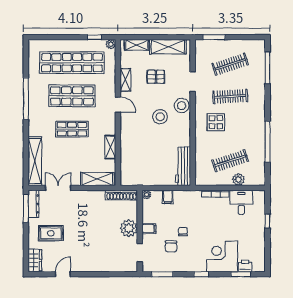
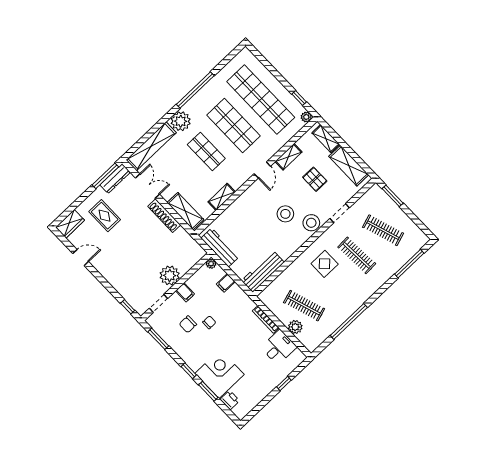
plant: (37, 127) -> (181, 121), added
workbench: (142, 179) -> (220, 247), added
shoe rack: (121, 195) -> (164, 216), moved
window: (123, 274) -> (128, 307), added
window: (241, 274) -> (208, 391), moved

